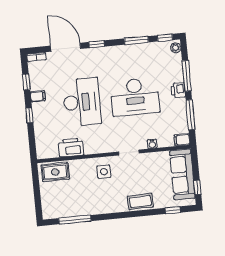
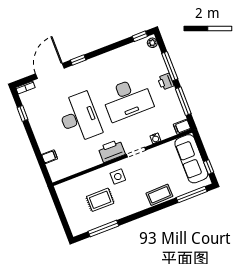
window: (136, 40) -> (114, 46), removed
door: (66, 47) -> (50, 71), hinge flipped
filing cabinet: (38, 96) -> (50, 157), moved
window: (29, 115) -> (34, 143), removed
printer: (71, 148) -> (112, 151), moved
rug: (55, 172) -> (100, 200), moved
window: (173, 210) -> (192, 194), width x2.17

